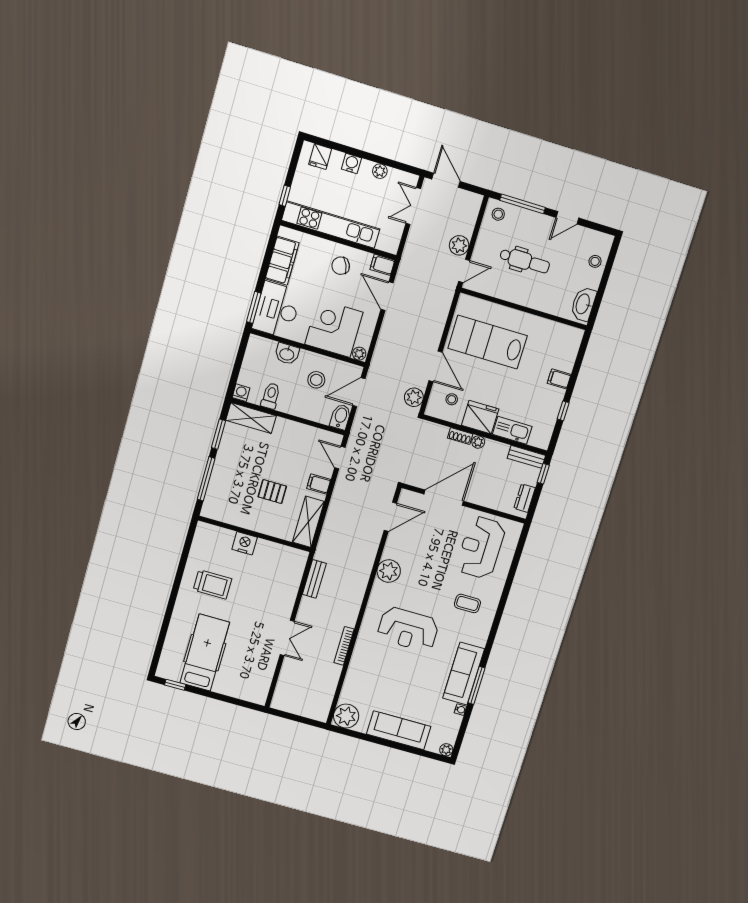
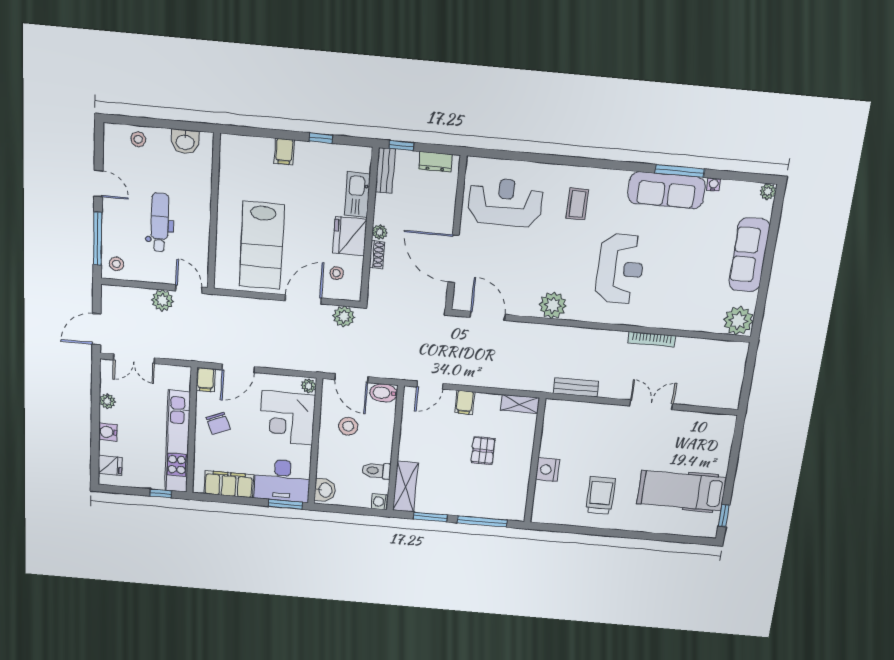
washbasin: (583, 304) -> (185, 142), width x0.72
washbasin: (287, 354) -> (325, 490), moved
shelving: (308, 522) -> (520, 404), width x0.67, depth x0.75
reception desk: (481, 547) -> (505, 202), turned 180

